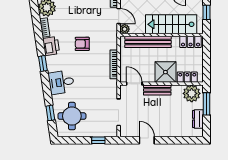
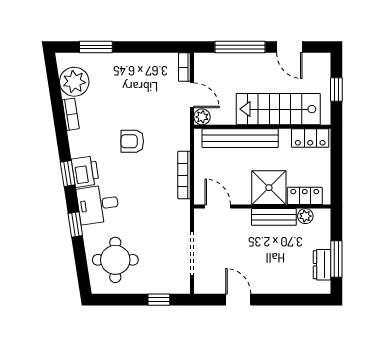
printer: (51, 46) -> (85, 172), moved
bench: (157, 90) -> (274, 217), moved
plant: (192, 93) -> (305, 216), width x0.53, depth x0.53
window: (206, 104) -> (336, 259), moved
window: (50, 113) -> (75, 225), moved

